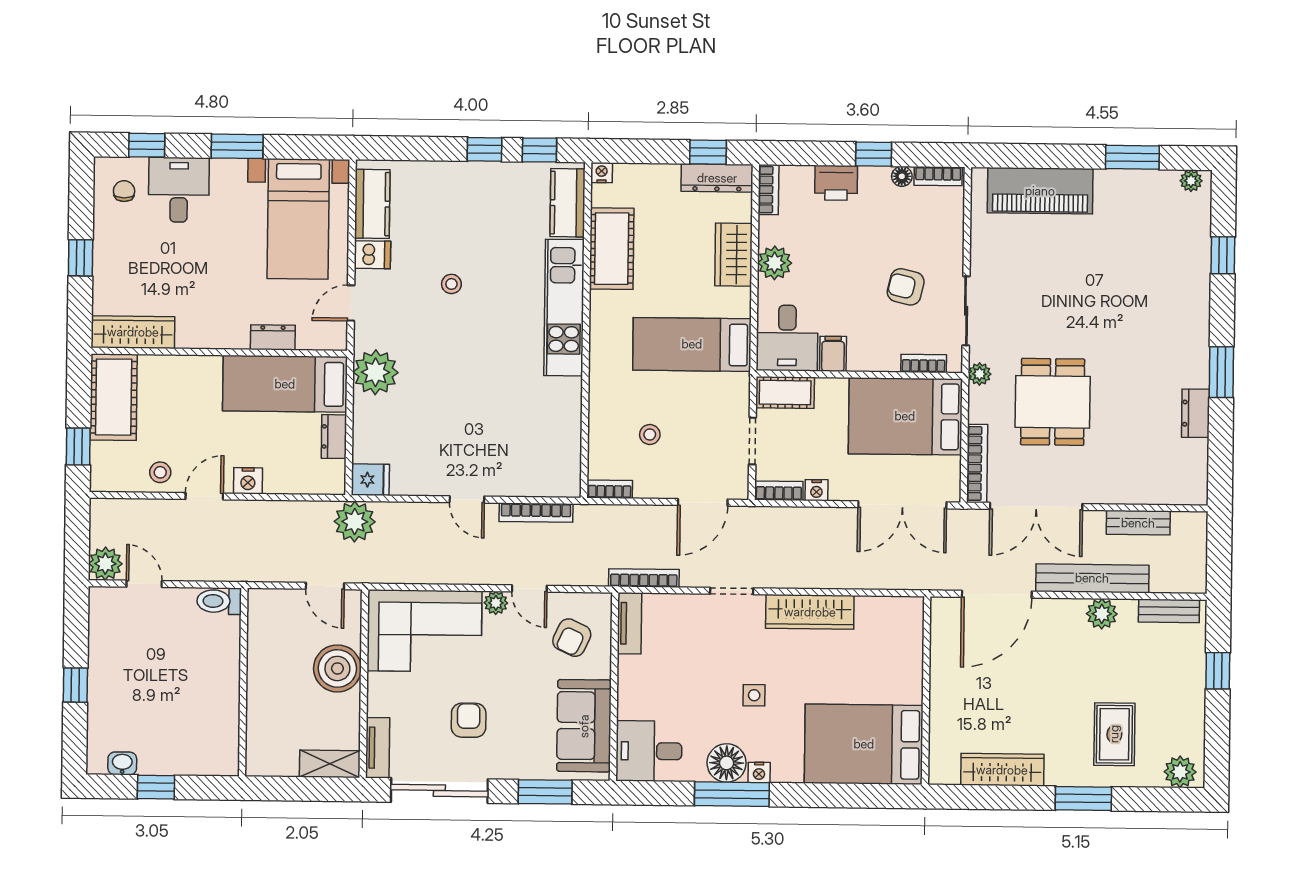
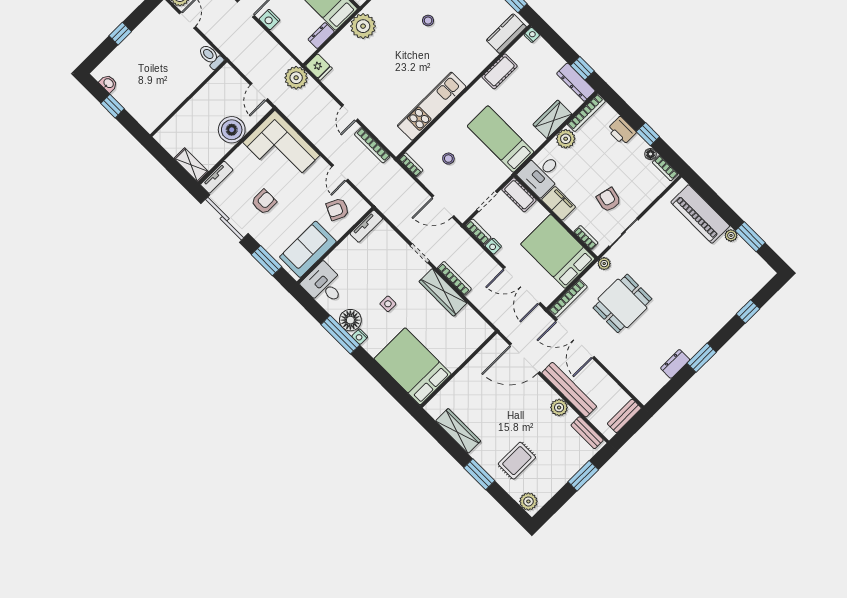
plant: (1191, 181) -> (731, 235), moved
bookcase: (769, 190) -> (586, 113), width x1.56
cot: (612, 249) -> (499, 71), width x0.73, depth x0.75
kitchen unit: (564, 308) -> (432, 106), moved
filing cabinet: (833, 354) -> (559, 203), width x2.00
bench: (1138, 523) -> (624, 416), moved, turned 90
bookcase: (644, 578) -> (454, 278), moved
plant: (496, 603) -> (321, 166), removed
window: (1218, 671) -> (583, 476), width x1.50

